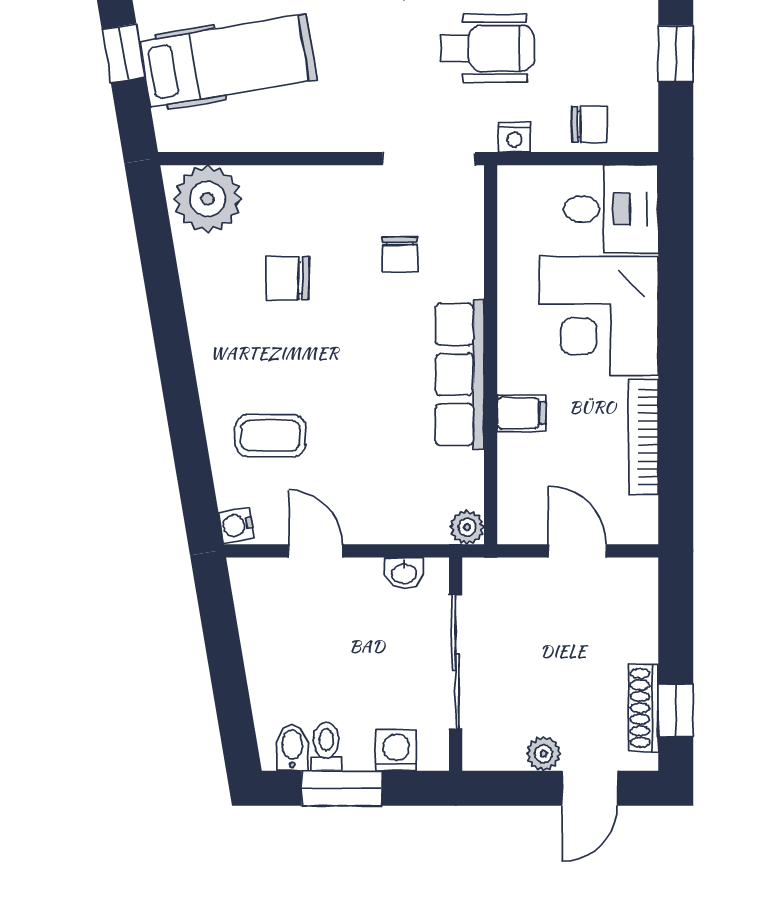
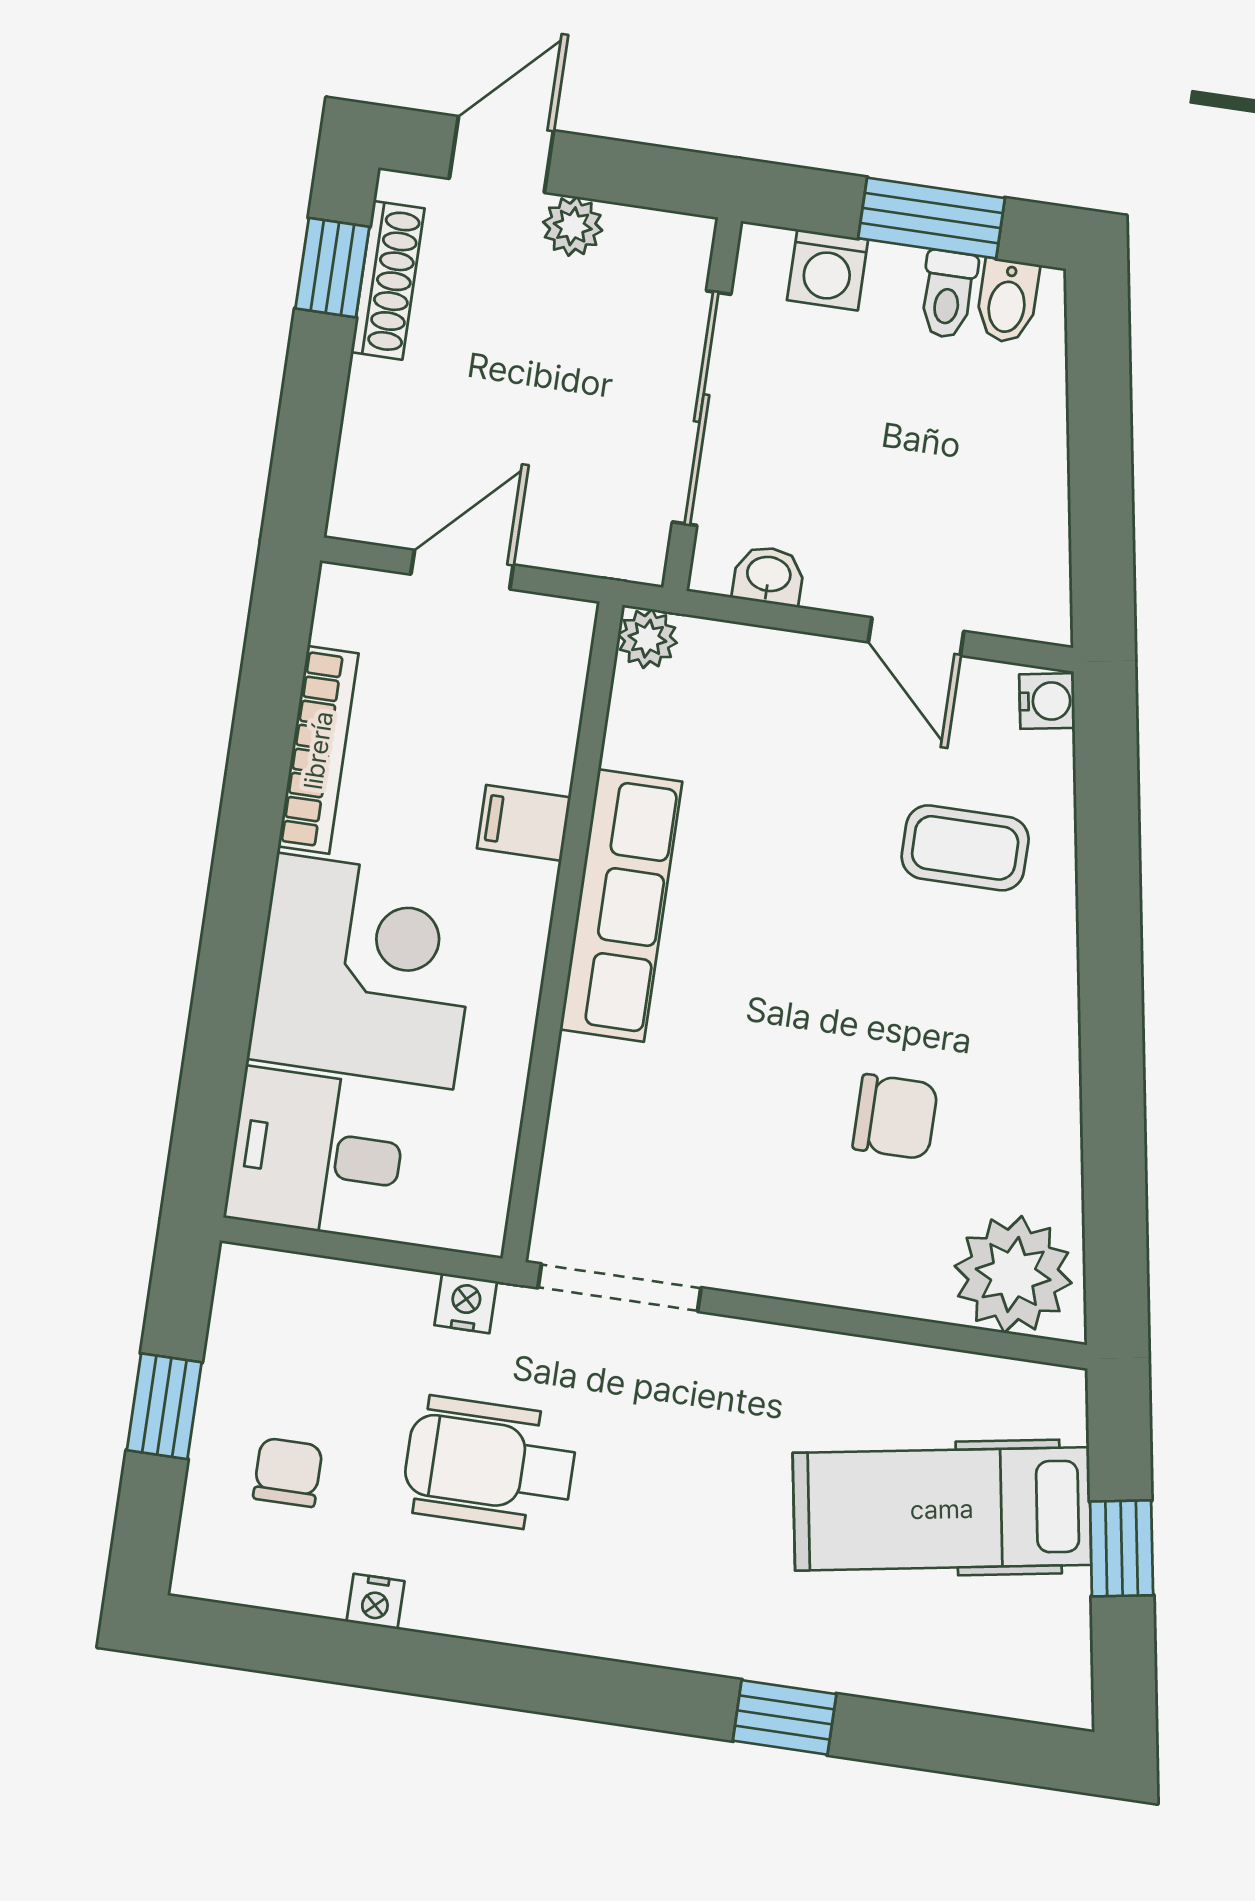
chair: (589, 124) -> (288, 1472), moved, turned 90
chair: (400, 254) -> (694, 1129), removed
door: (577, 551) -> (462, 570), swing flipped

